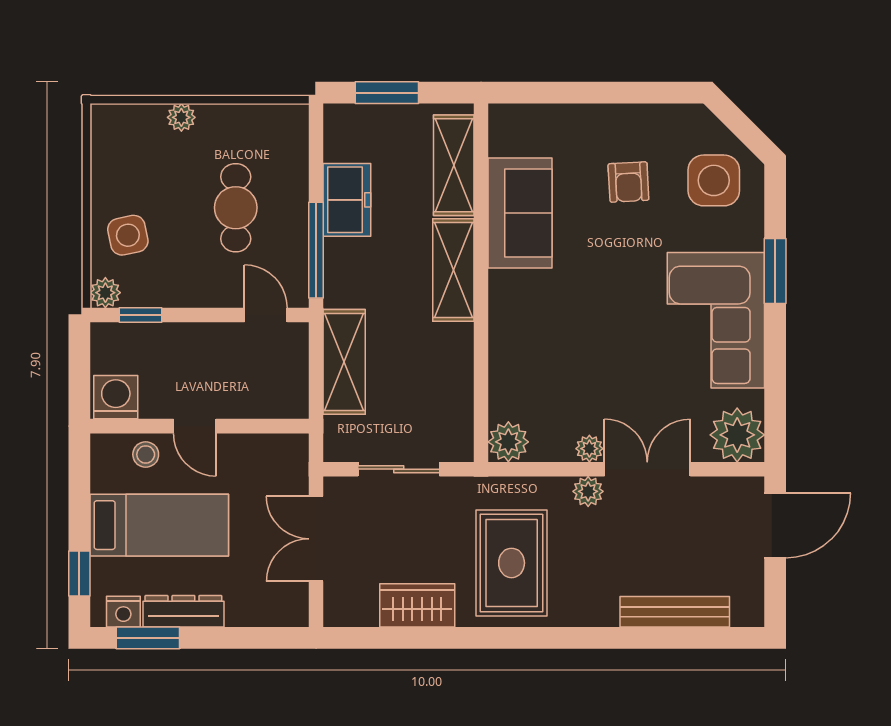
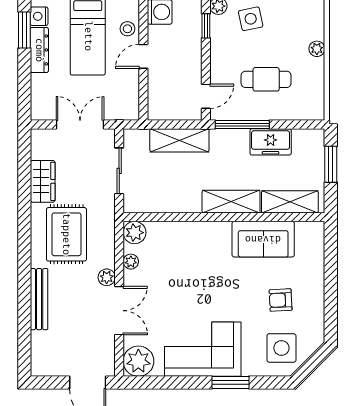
plant: (589, 449) -> (131, 262), moved
rug: (512, 563) -> (66, 234), turned 90
bench: (675, 612) -> (39, 299), moved

